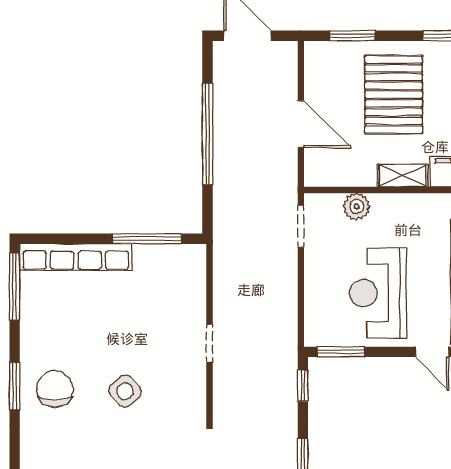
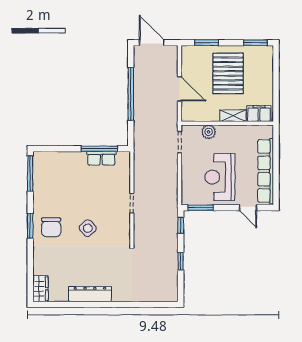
row of seats: (76, 257) -> (101, 158), moved, width x0.50
chair: (55, 389) -> (51, 227), turned 180

